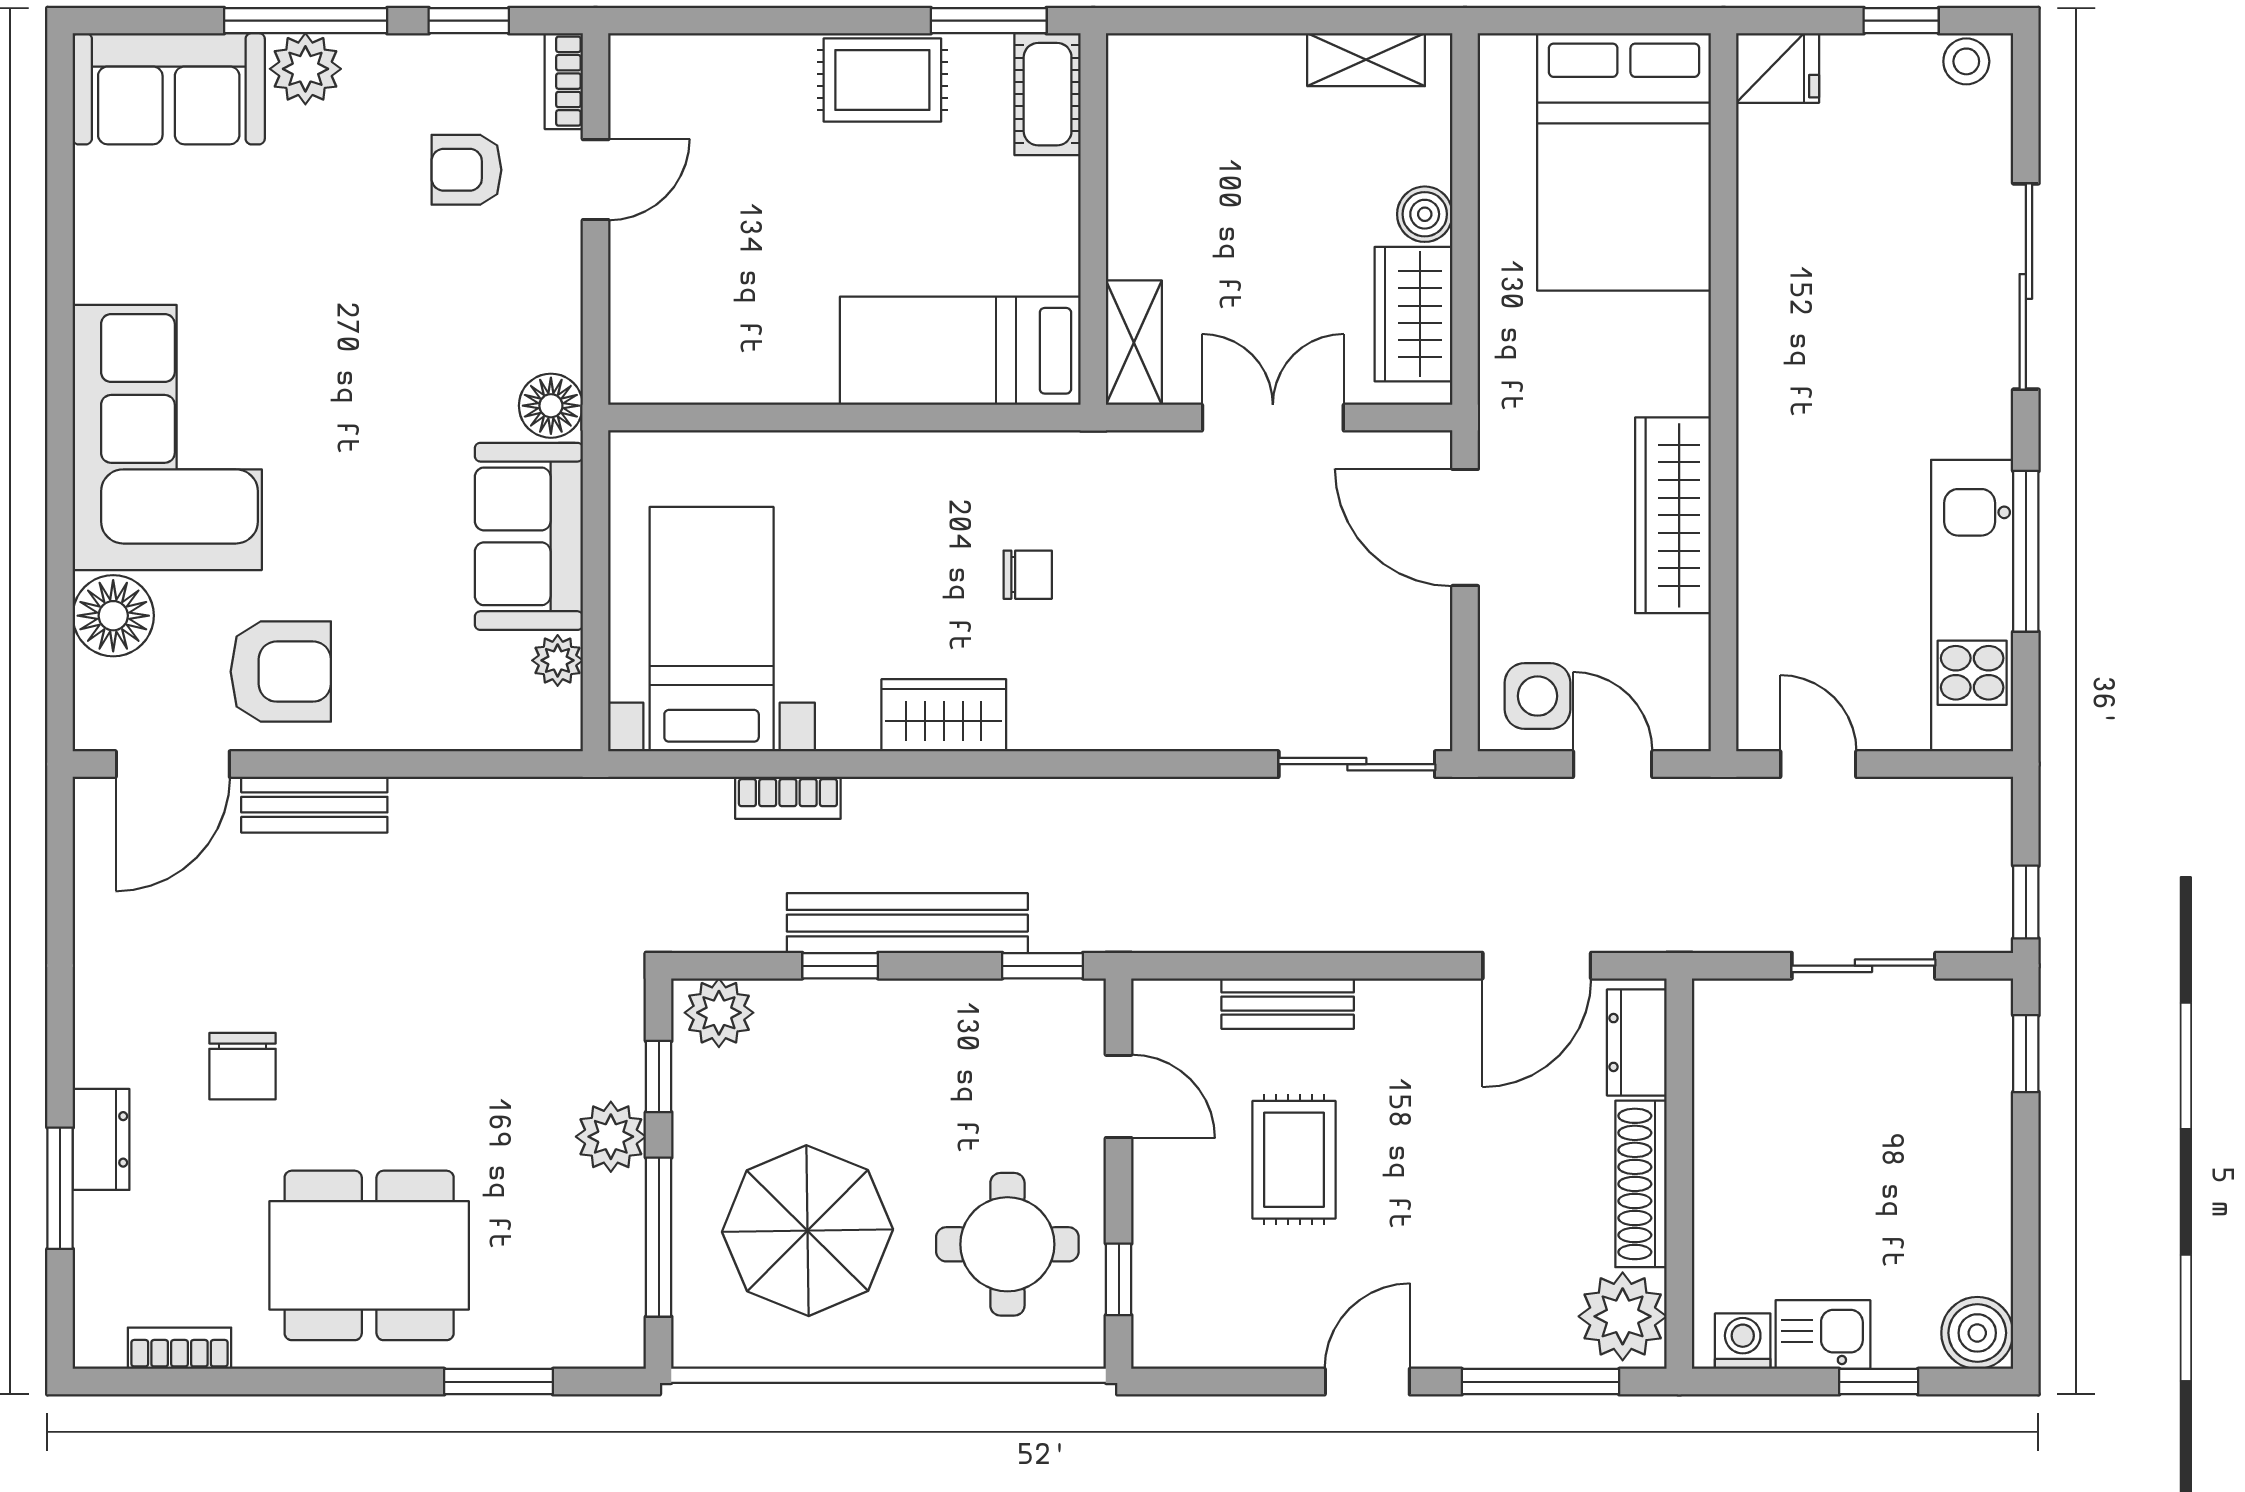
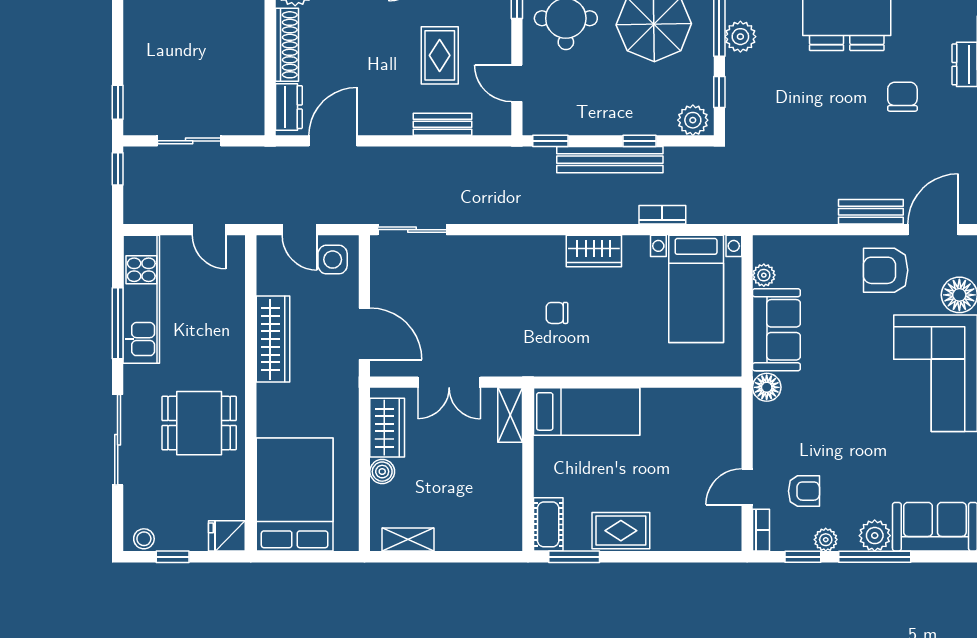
plant: (417, 59) -> (826, 540), added
dining table: (1841, 324) -> (199, 423), added
plant: (611, 1137) -> (740, 37), moved

